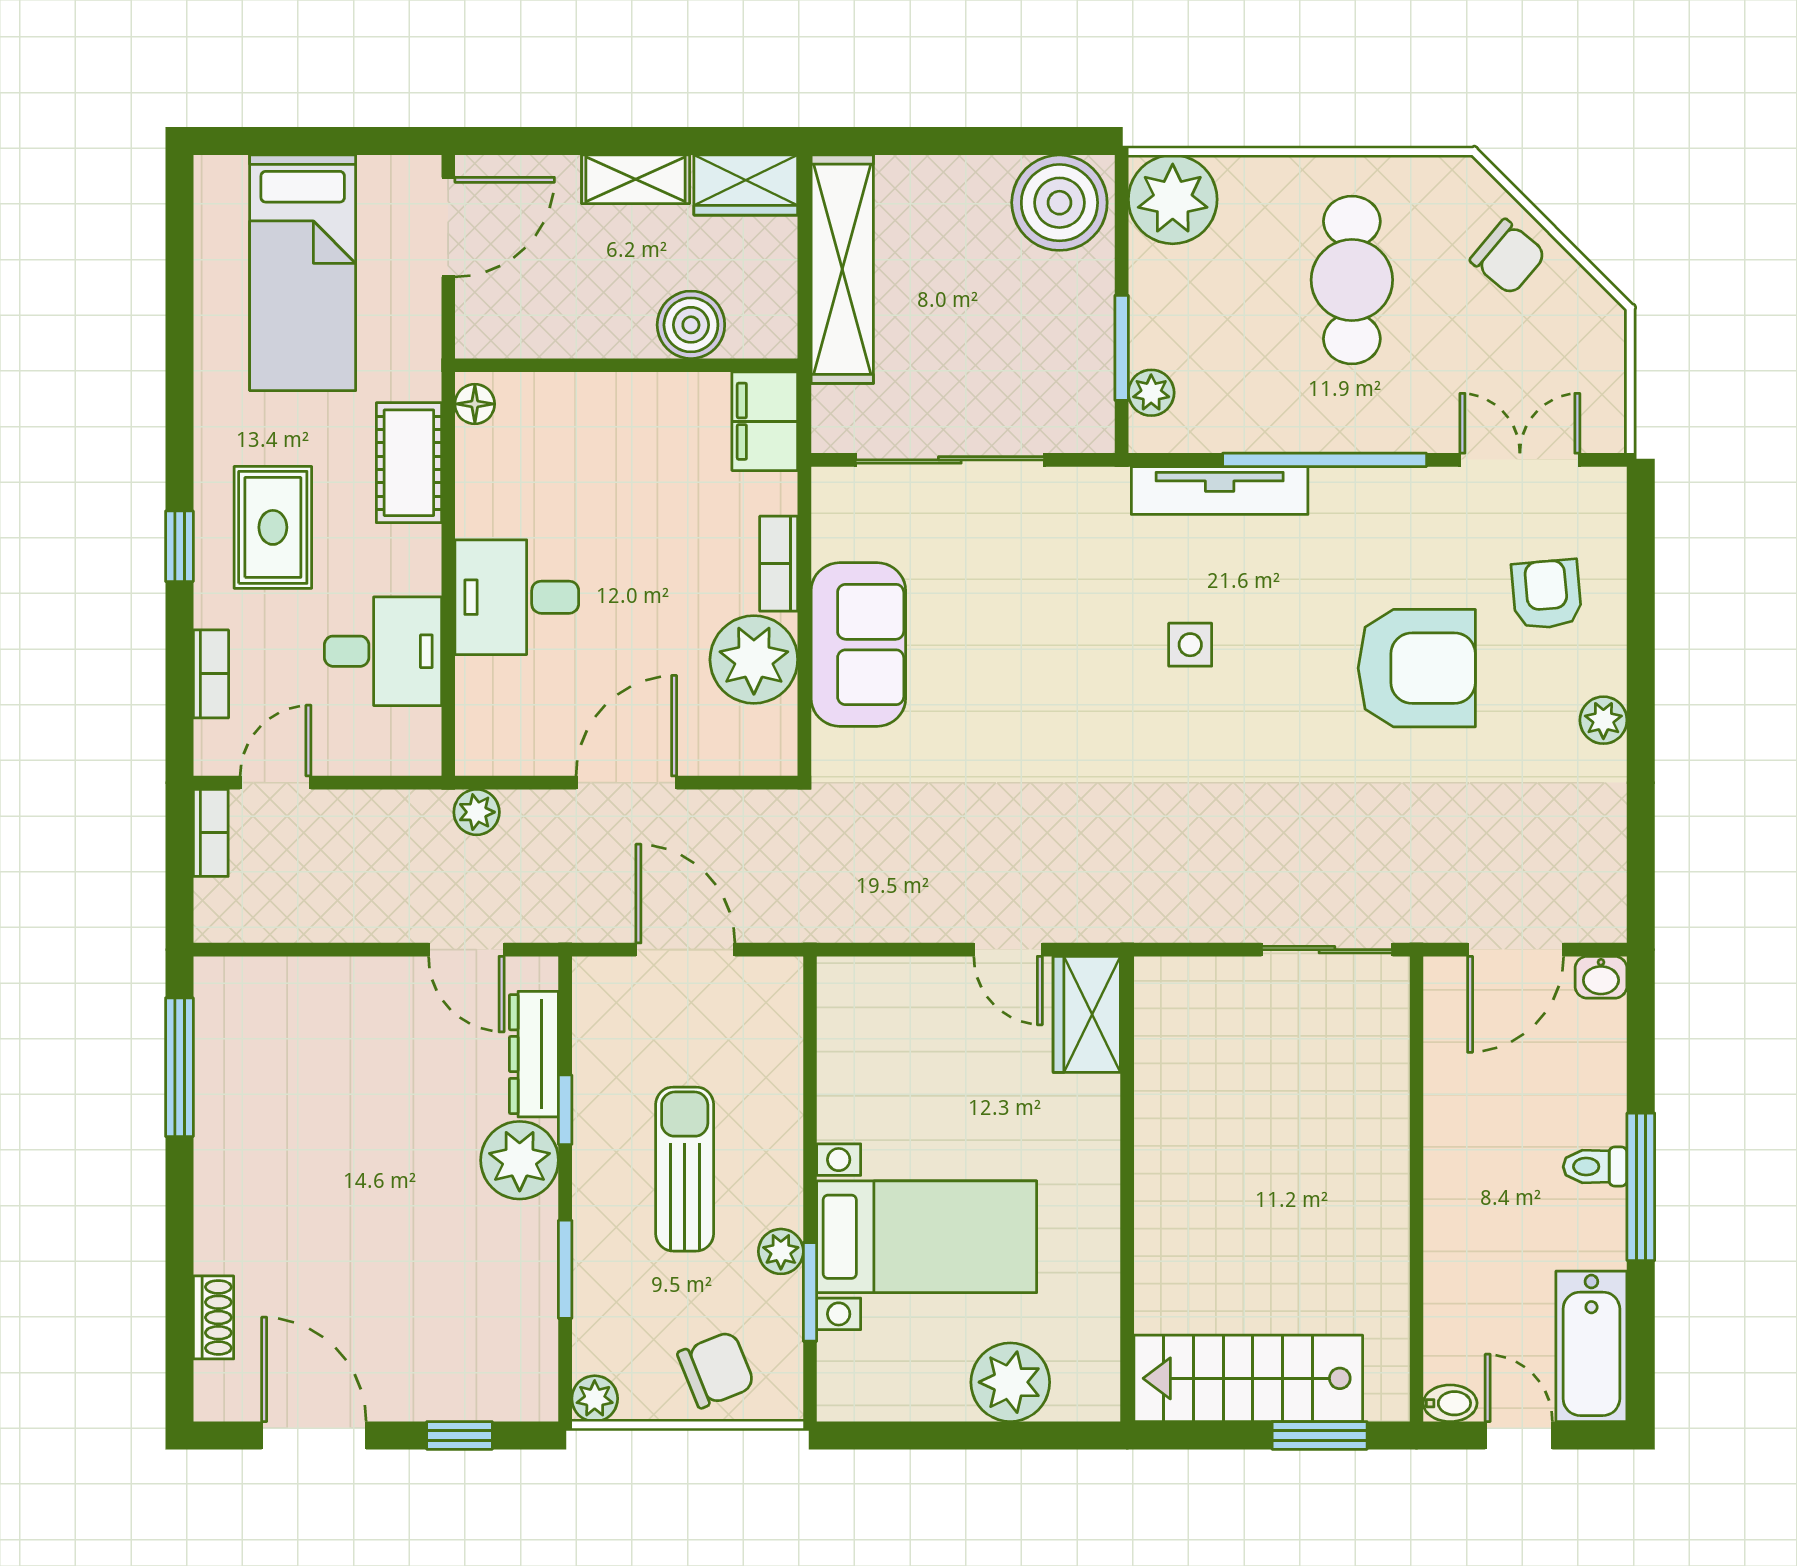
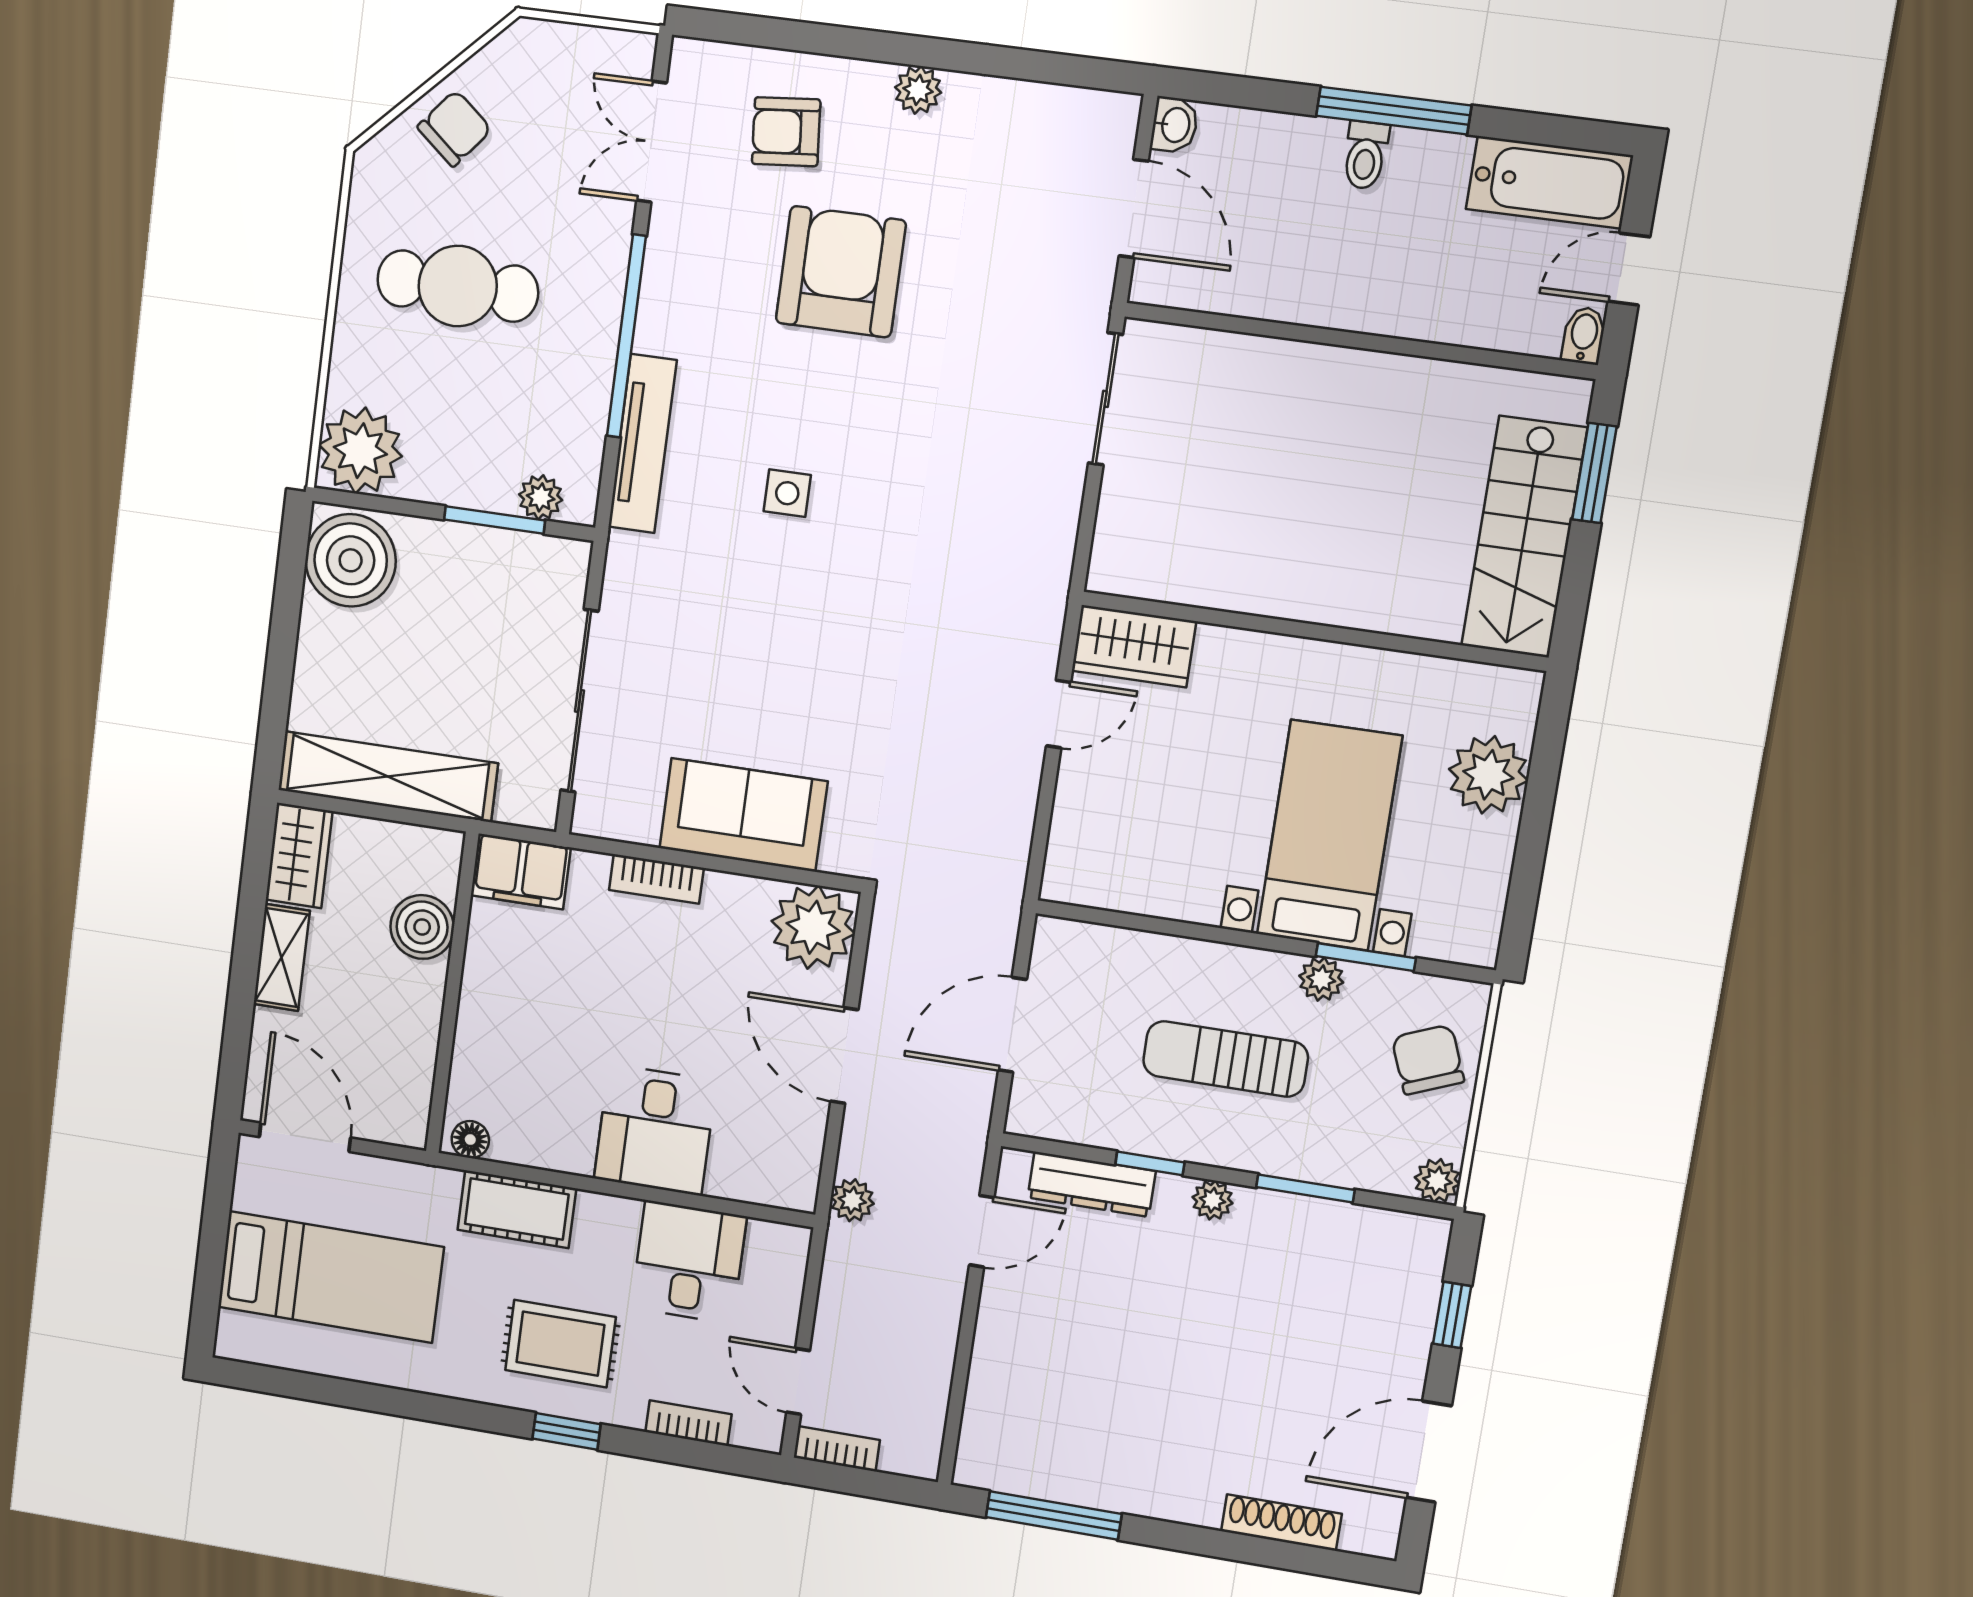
plant: (754, 660) -> (813, 927), moved
plant: (520, 1160) -> (1212, 1200), width x0.53, depth x0.53
shoe rack: (214, 1317) -> (1281, 1523), width x1.43

